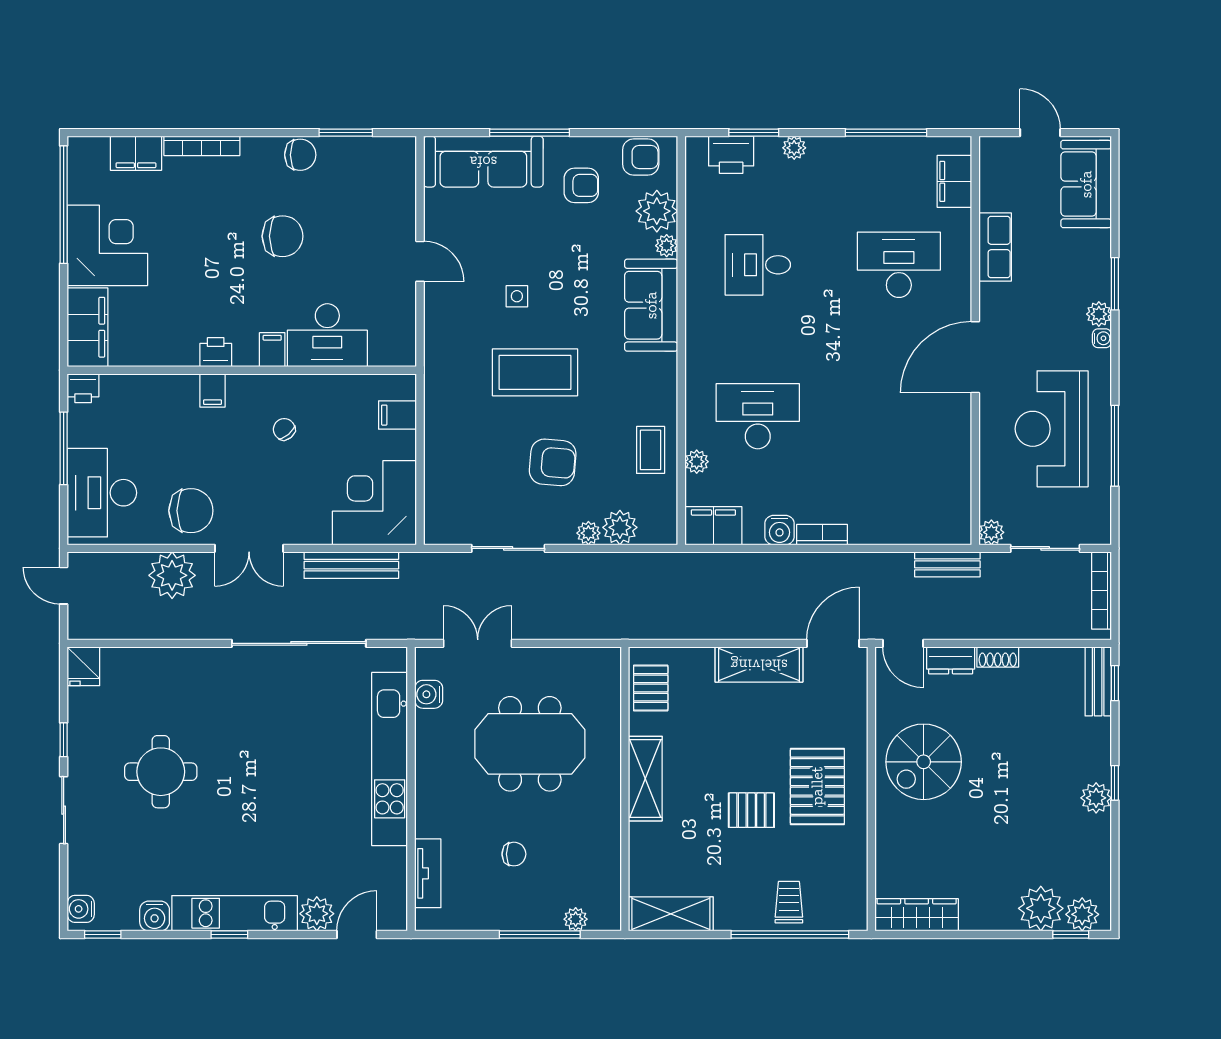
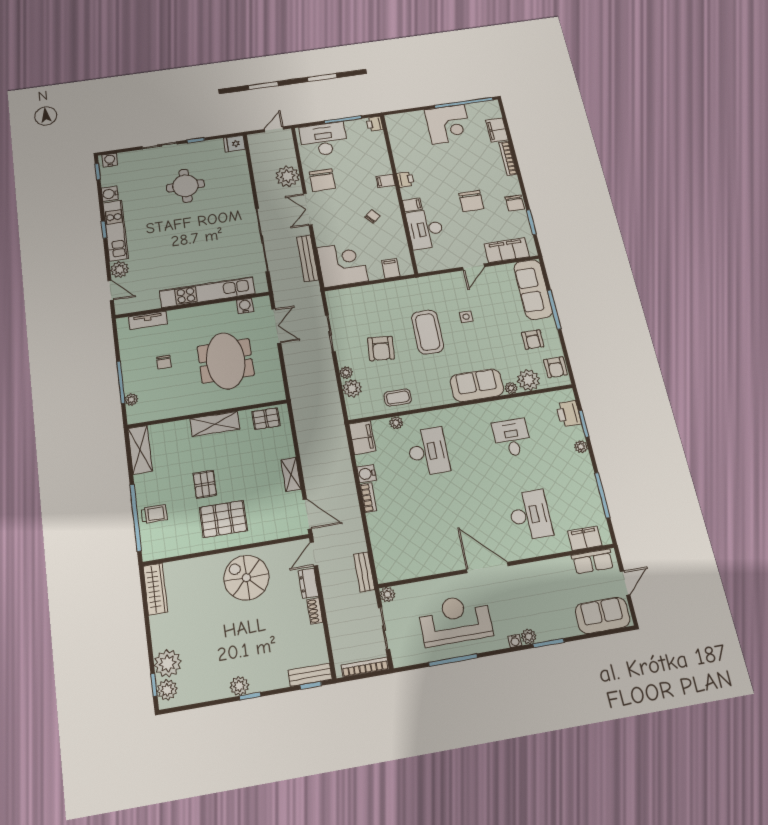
row of seats: (995, 247) -> (593, 561), moved
filing cabinet: (88, 327) -> (507, 250), moved, turned 180
shelving: (759, 665) -> (291, 474), width x0.67, depth x0.75

